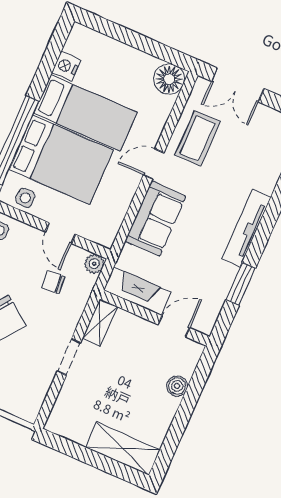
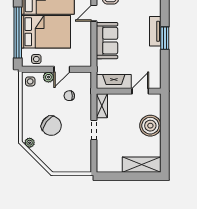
tv unit: (246, 228) -> (155, 31), width x0.71
door: (60, 233) -> (62, 69), hinge flipped
plant: (94, 264) -> (48, 77), moved
window: (241, 284) -> (165, 38), moved
boiler: (177, 386) -> (150, 126), width x1.86, depth x1.86

